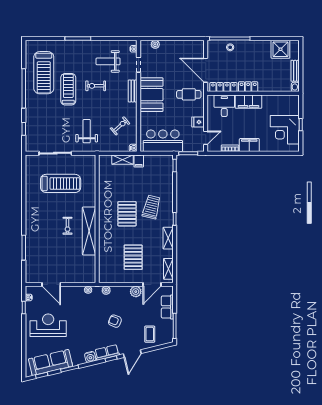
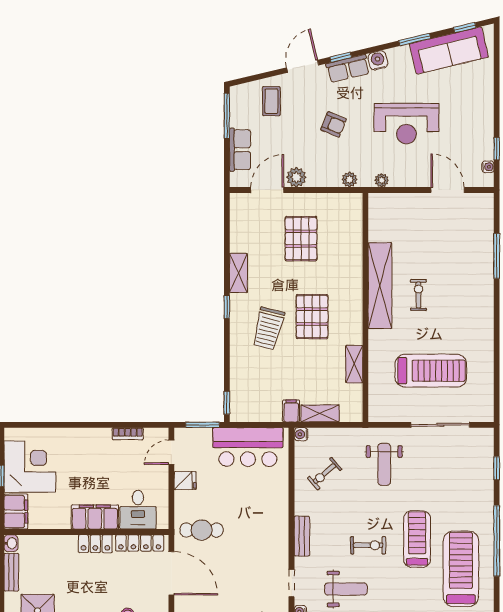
treadmill: (68, 89) -> (417, 539), turned 180
booth: (151, 95) -> (268, 530), removed
filing cabinet: (249, 145) -> (16, 512), moved, turned -90
treadmill: (61, 183) -> (431, 371), turned 180
shelving: (168, 269) -> (354, 364), moved
reception desk: (48, 325) -> (406, 124), moved

